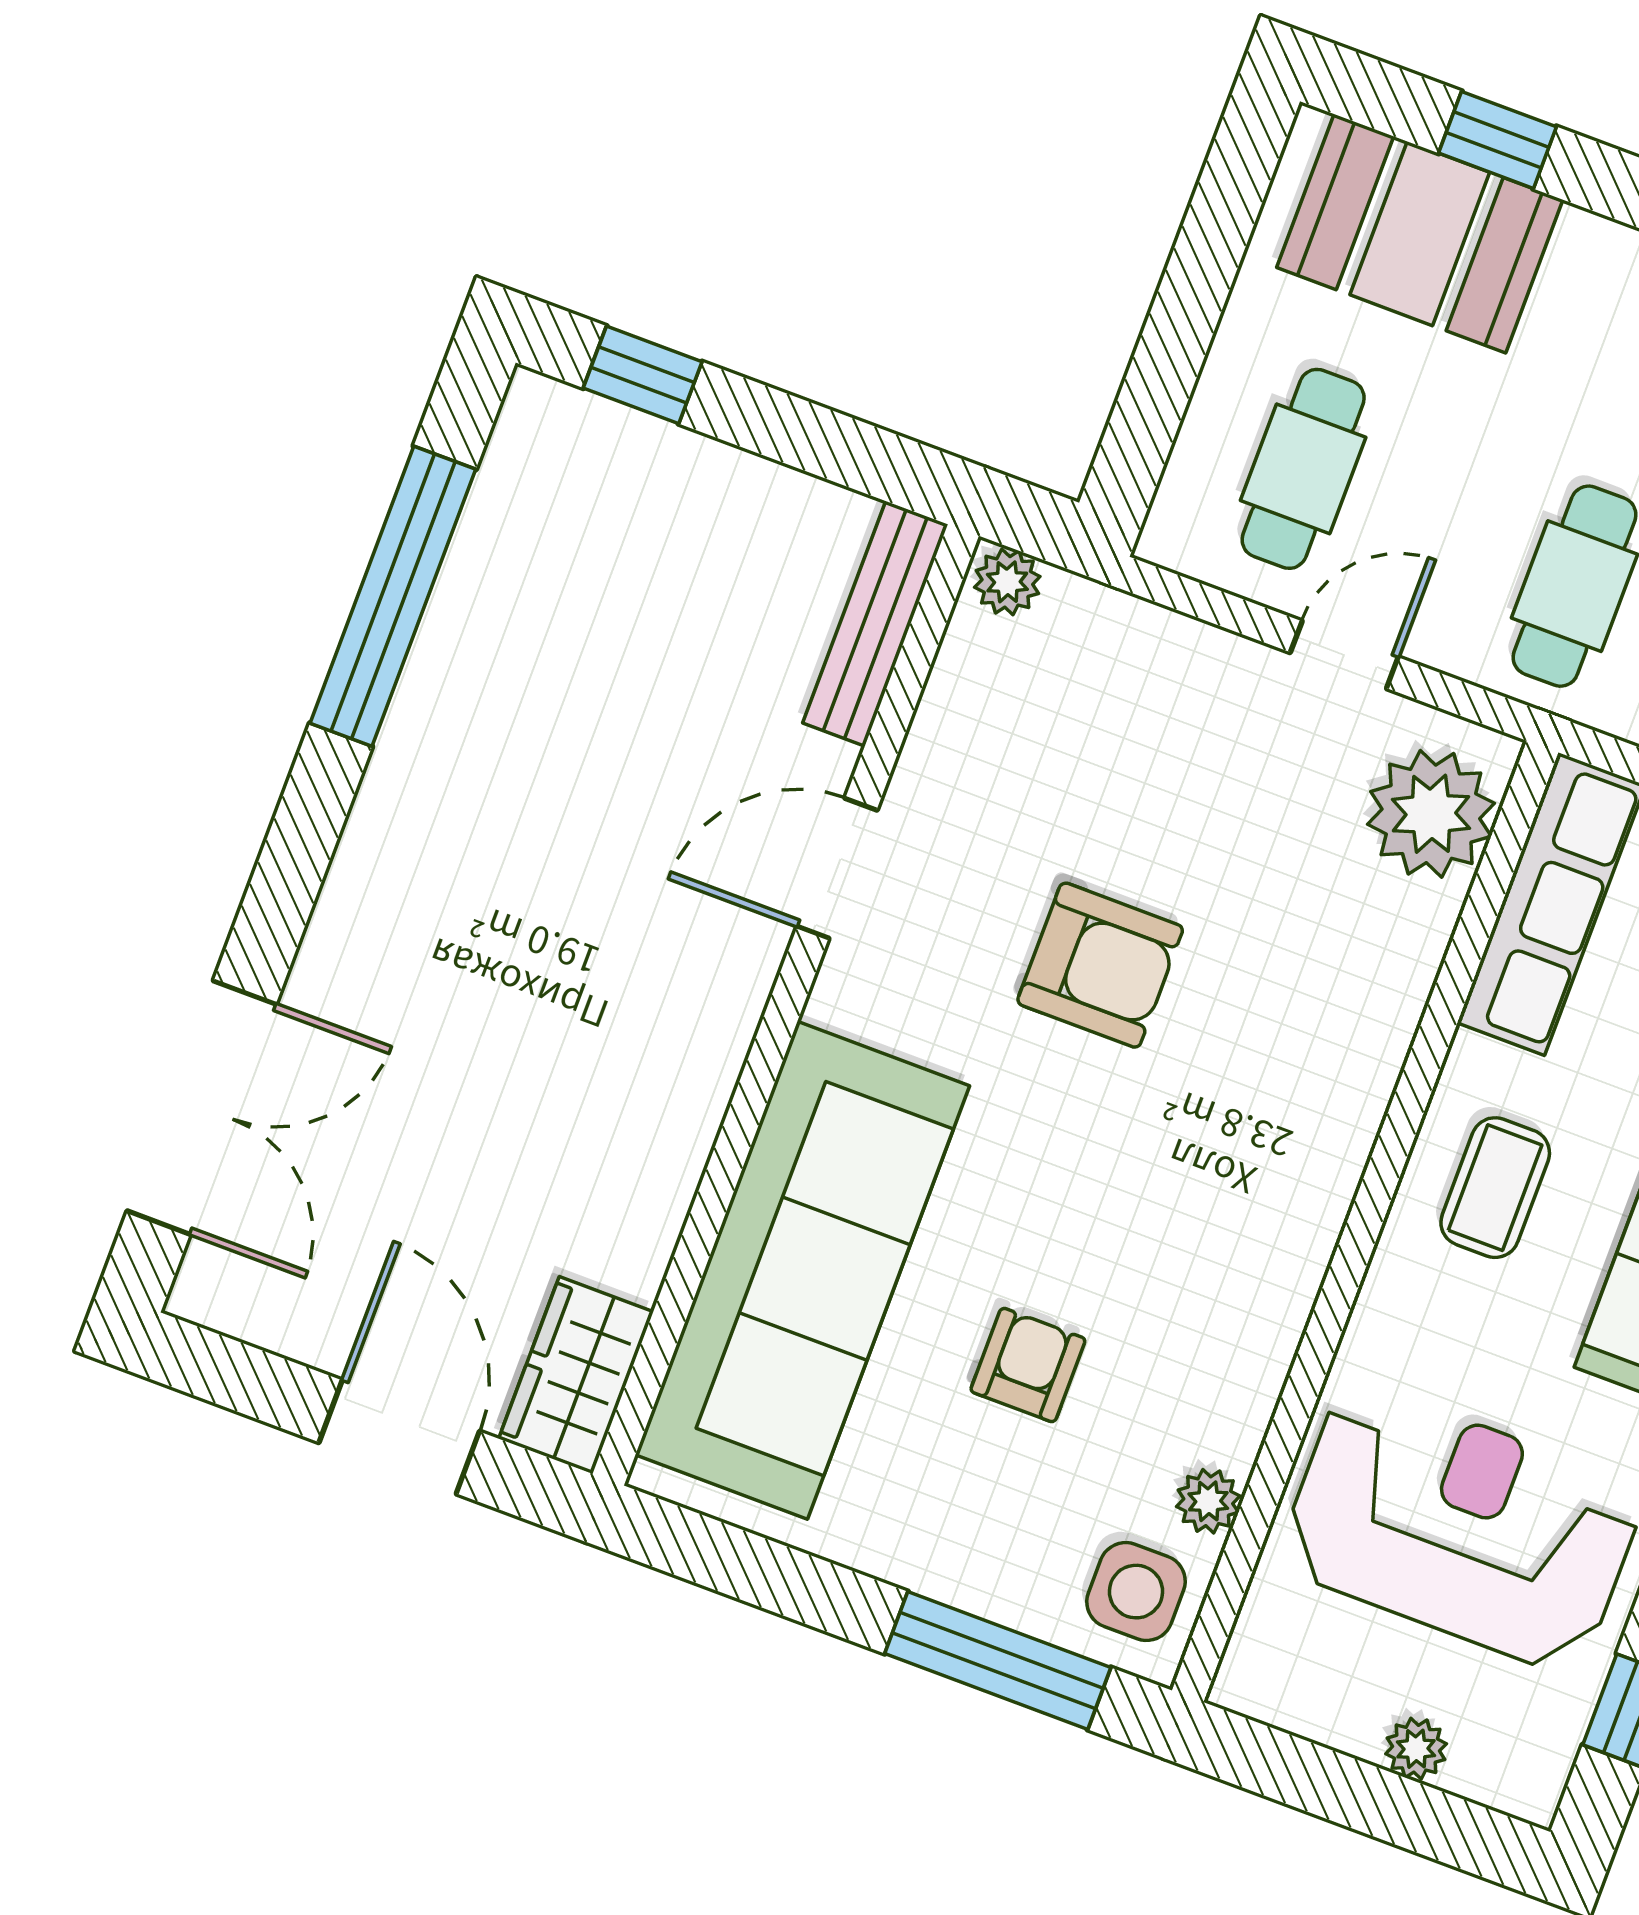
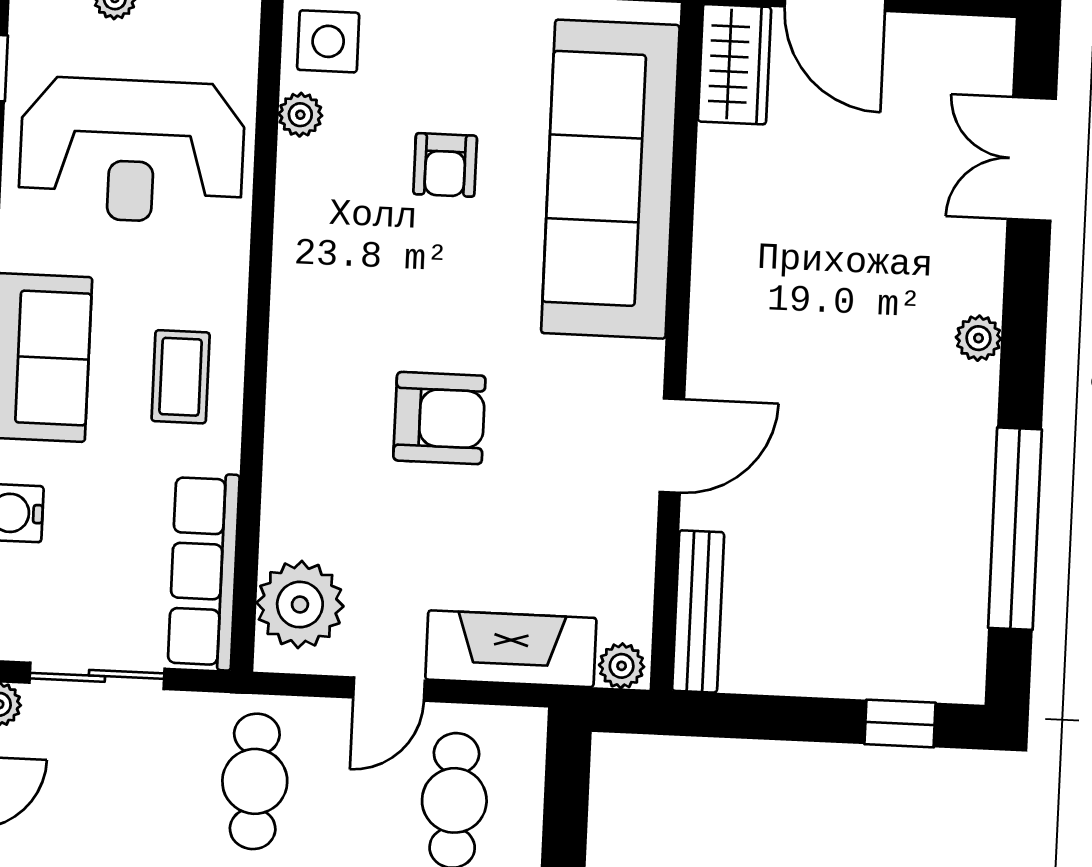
fireplace: (1155, 656) -> (511, 649), added
plant: (358, 880) -> (978, 338), added
armchair: (1100, 965) -> (439, 418), moved, turned 180
double door: (202, 1108) -> (1032, 159), width x0.73

